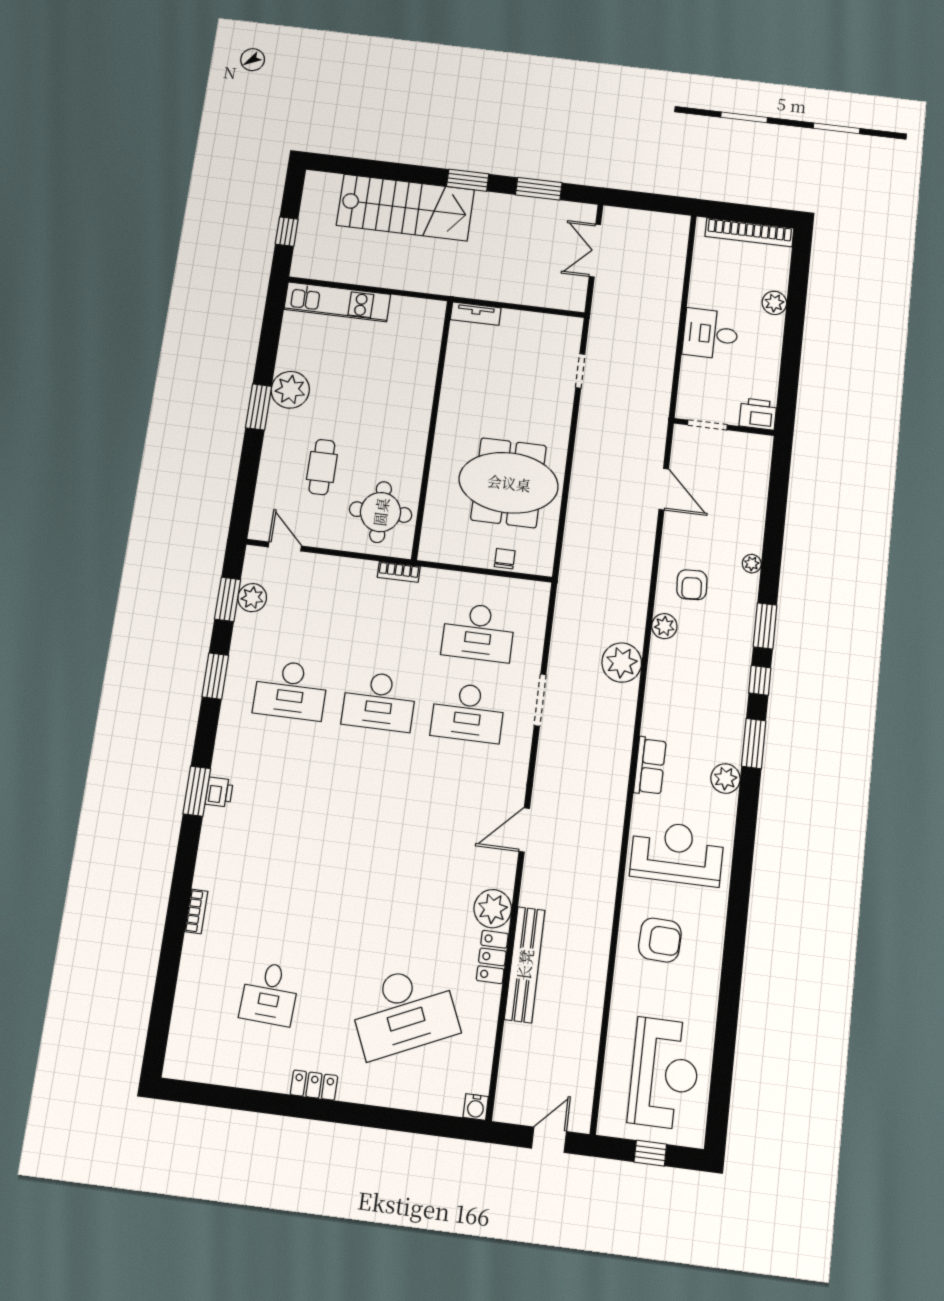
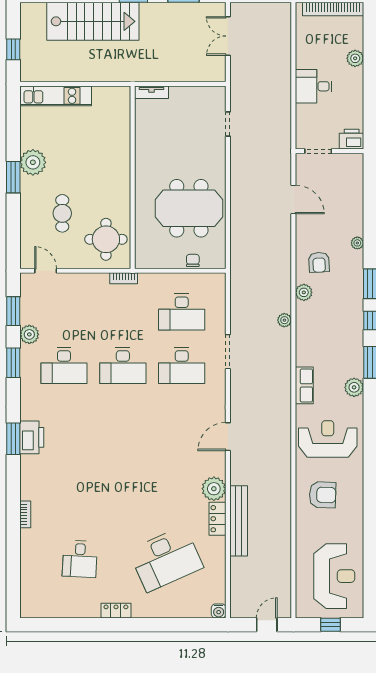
plant: (252, 598) -> (29, 334), moved
plant: (622, 663) -> (284, 320), width x0.53, depth x0.53
printer: (219, 792) -> (32, 437), width x1.87, depth x1.48

